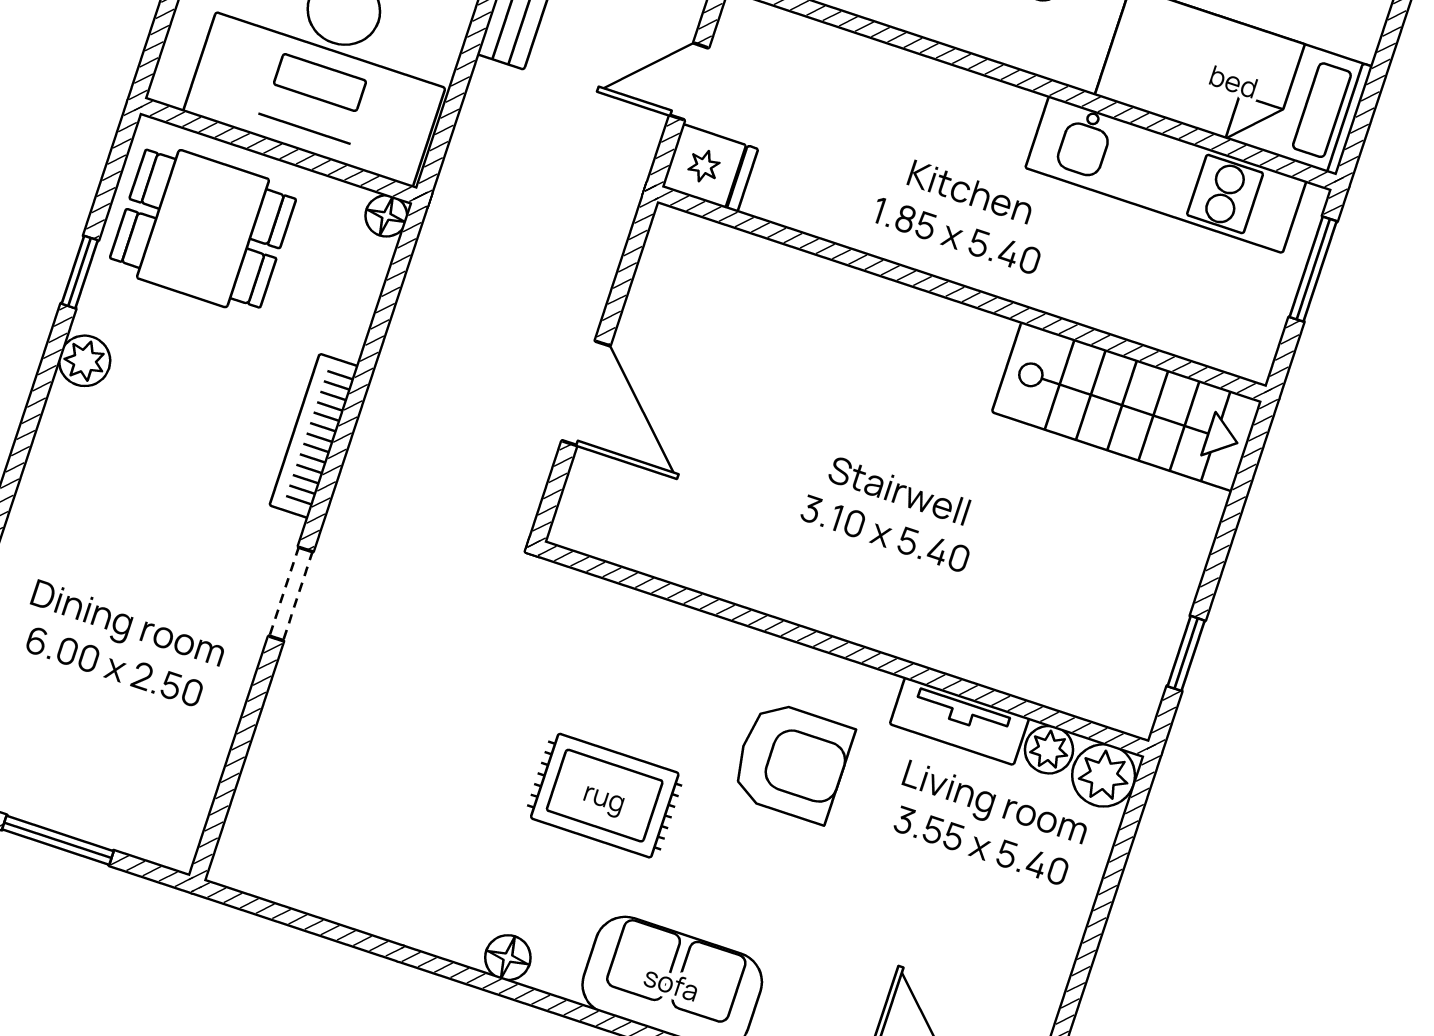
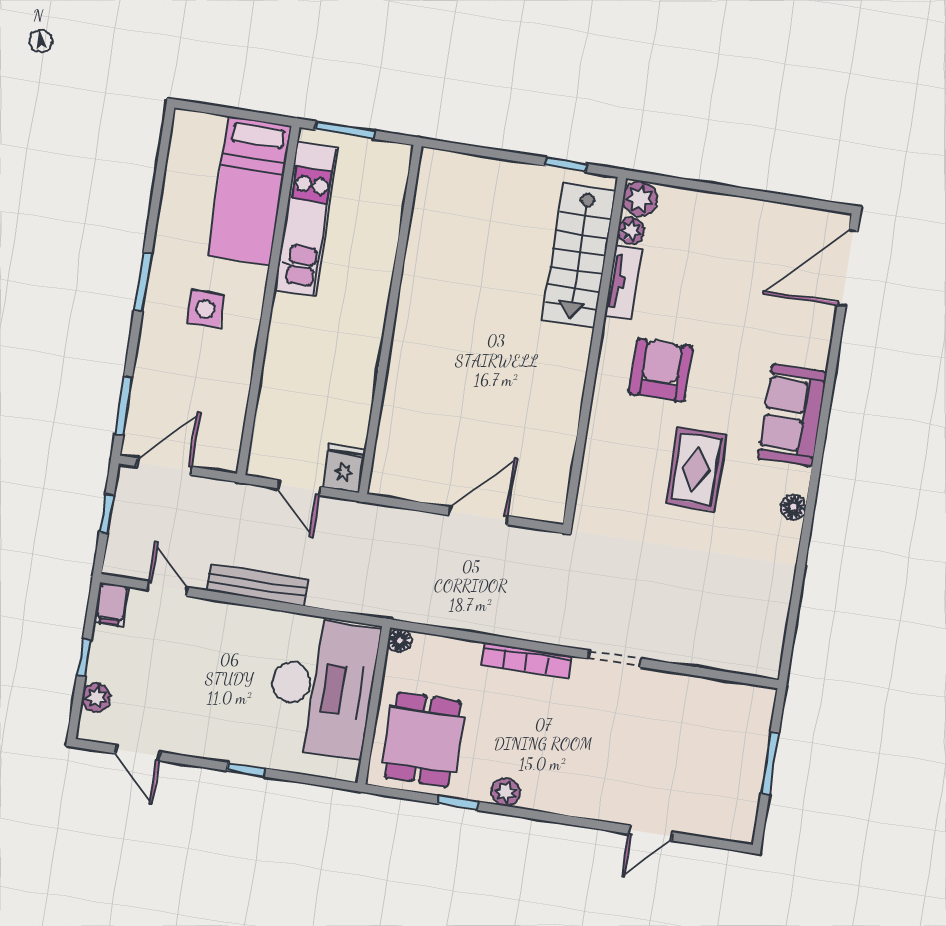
stairs: (1127, 407) -> (579, 255), moved, turned 180

